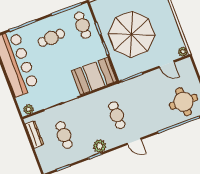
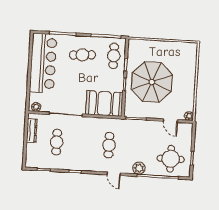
plant: (100, 146) -> (139, 168), moved

